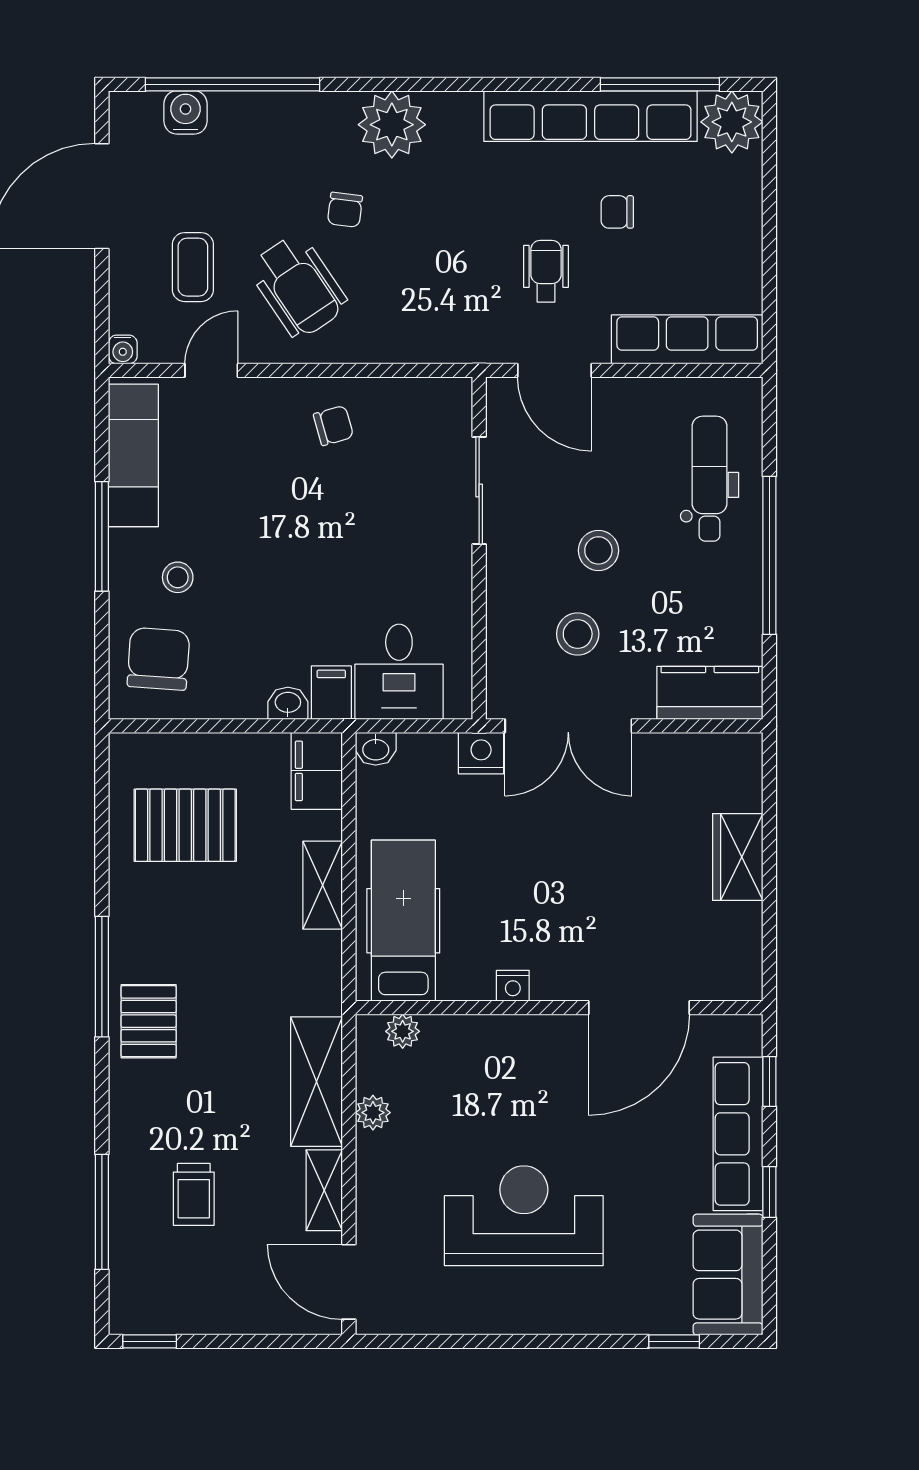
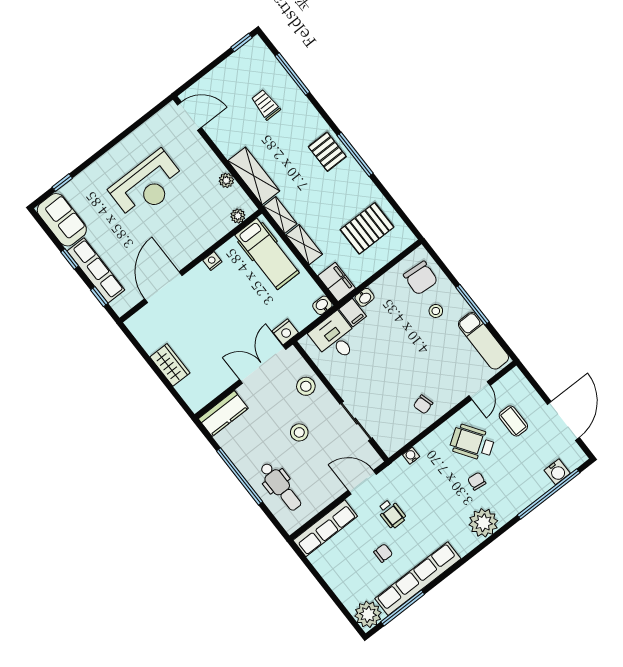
water cooler: (123, 349) -> (411, 456), moved
stool: (578, 634) -> (306, 386), moved
shelving: (324, 1190) -> (280, 215), moved

